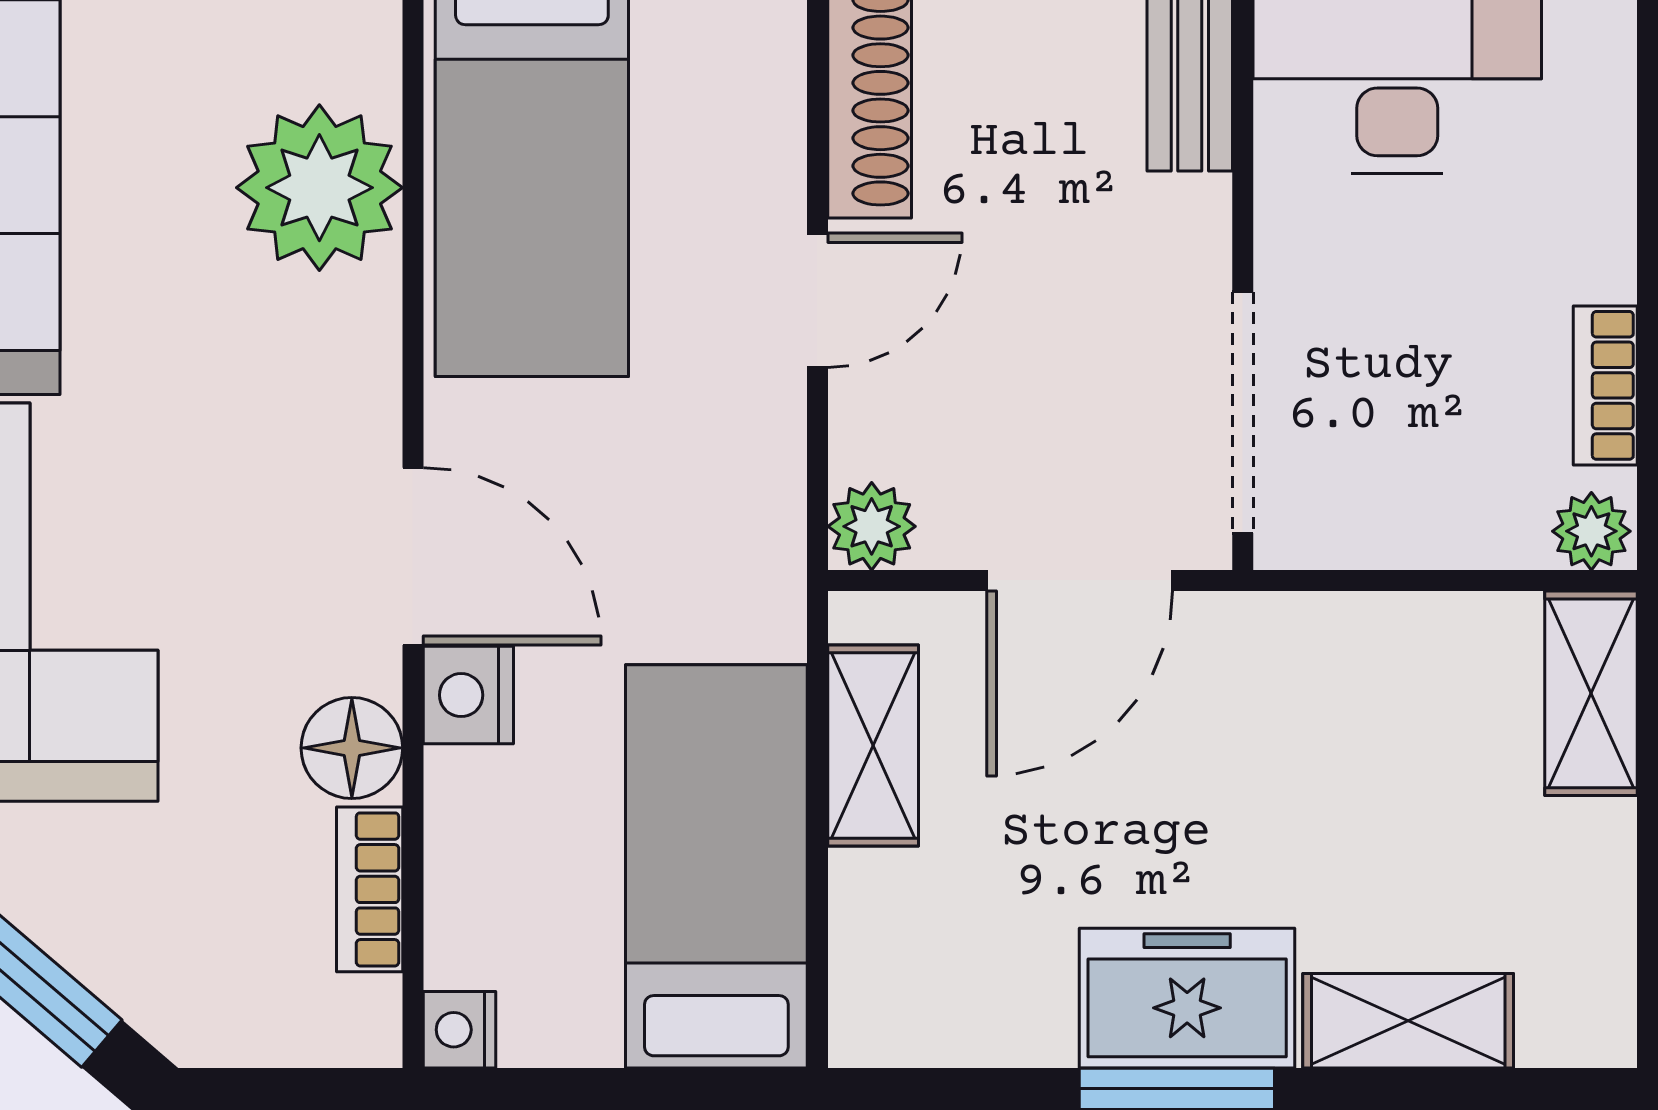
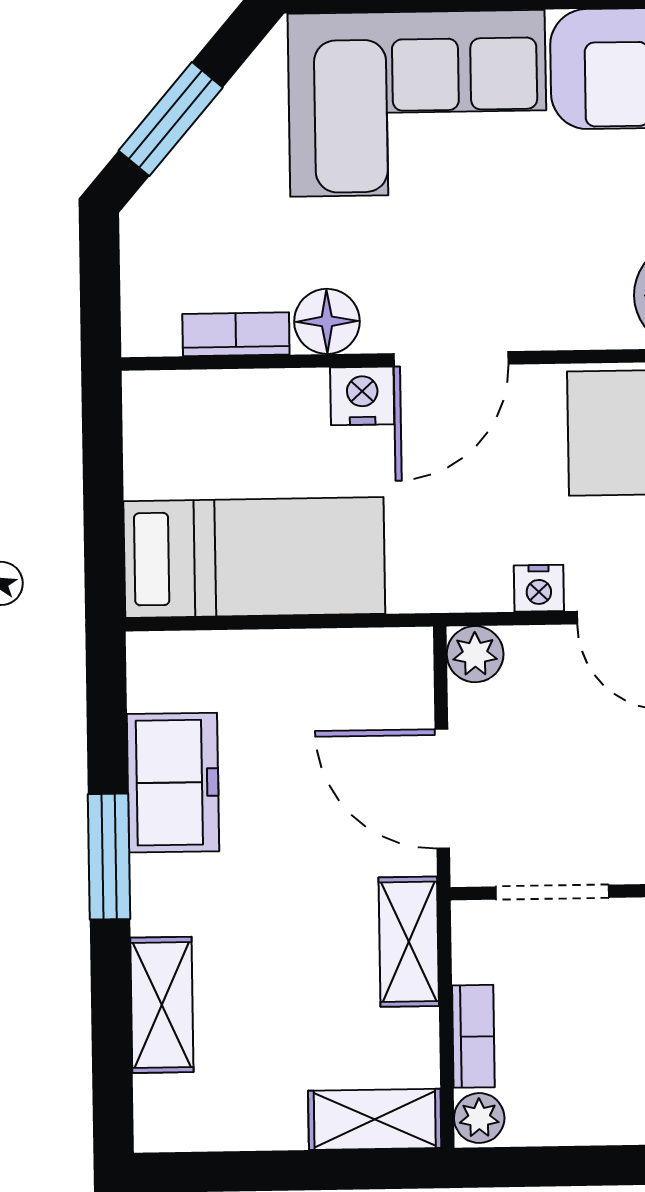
bookcase: (1605, 385) -> (473, 1036), moved, turned 90
doorway: (1243, 413) -> (552, 892), width x0.73
shelving: (873, 745) -> (409, 942), moved, turned 90
freezer: (1187, 998) -> (173, 783), moved
nightstand: (459, 1030) -> (539, 588), moved, turned 180

